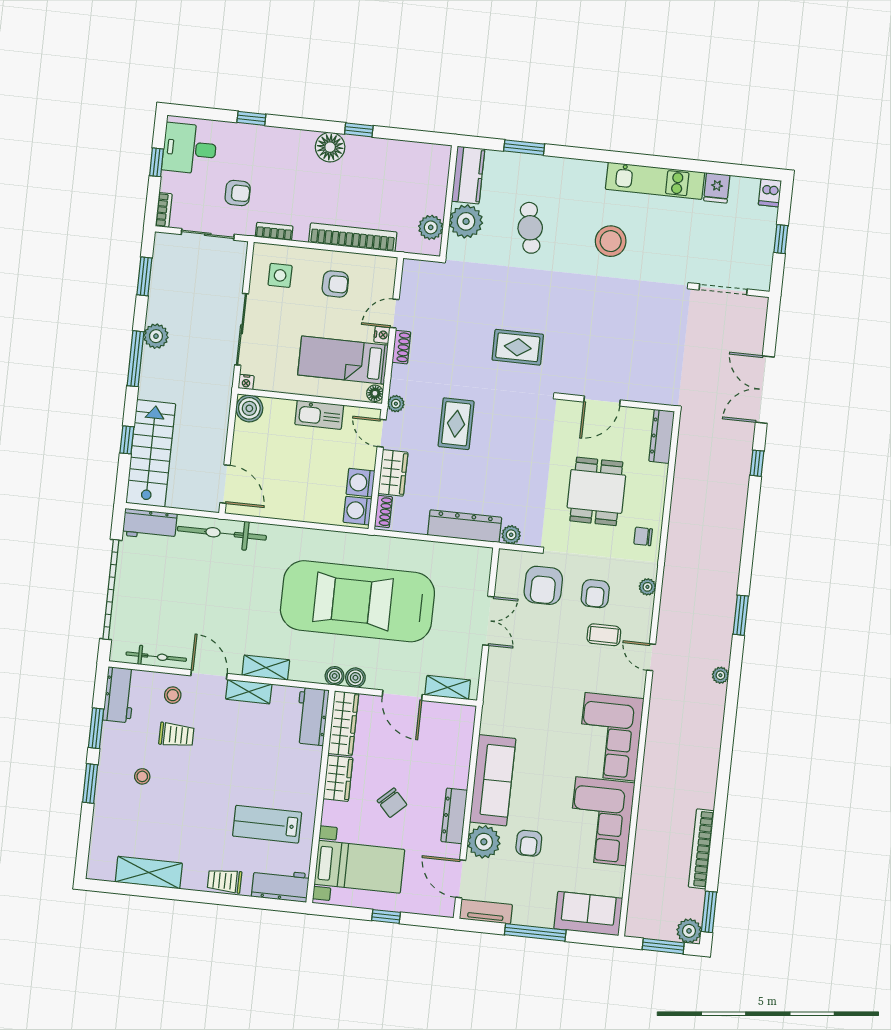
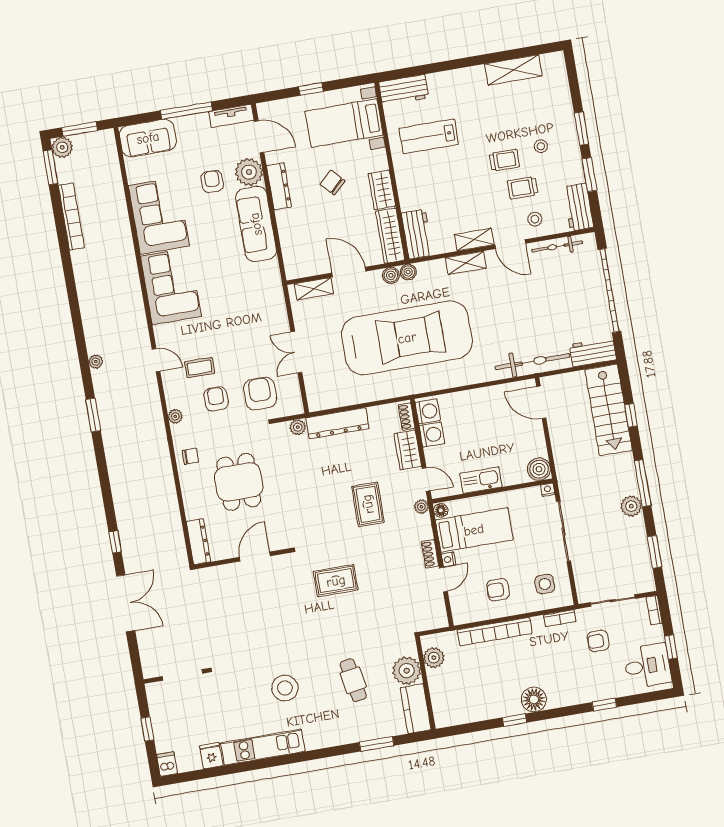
lab bench: (267, 824) -> (429, 136), turned 180
trolley: (225, 881) -> (504, 160), moved

